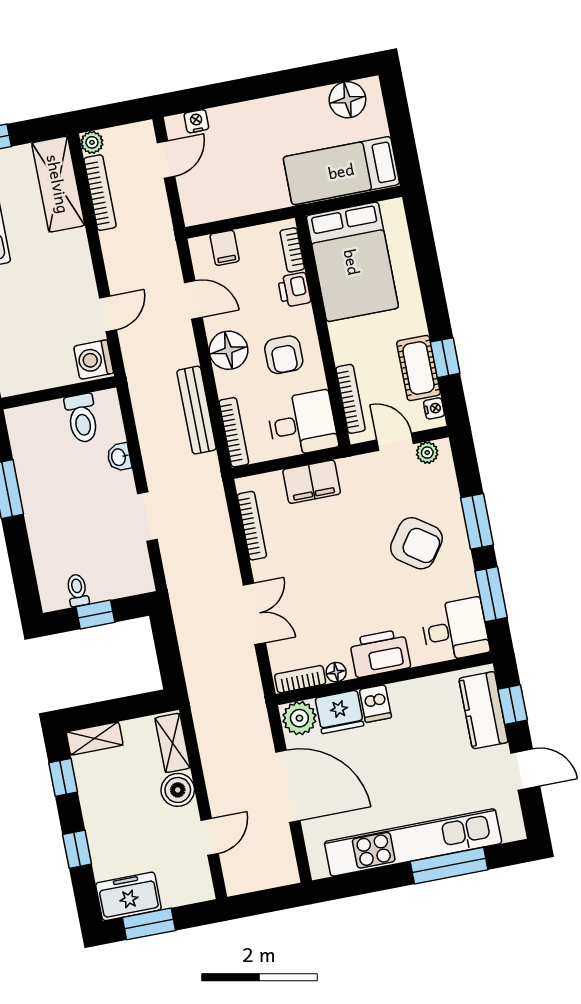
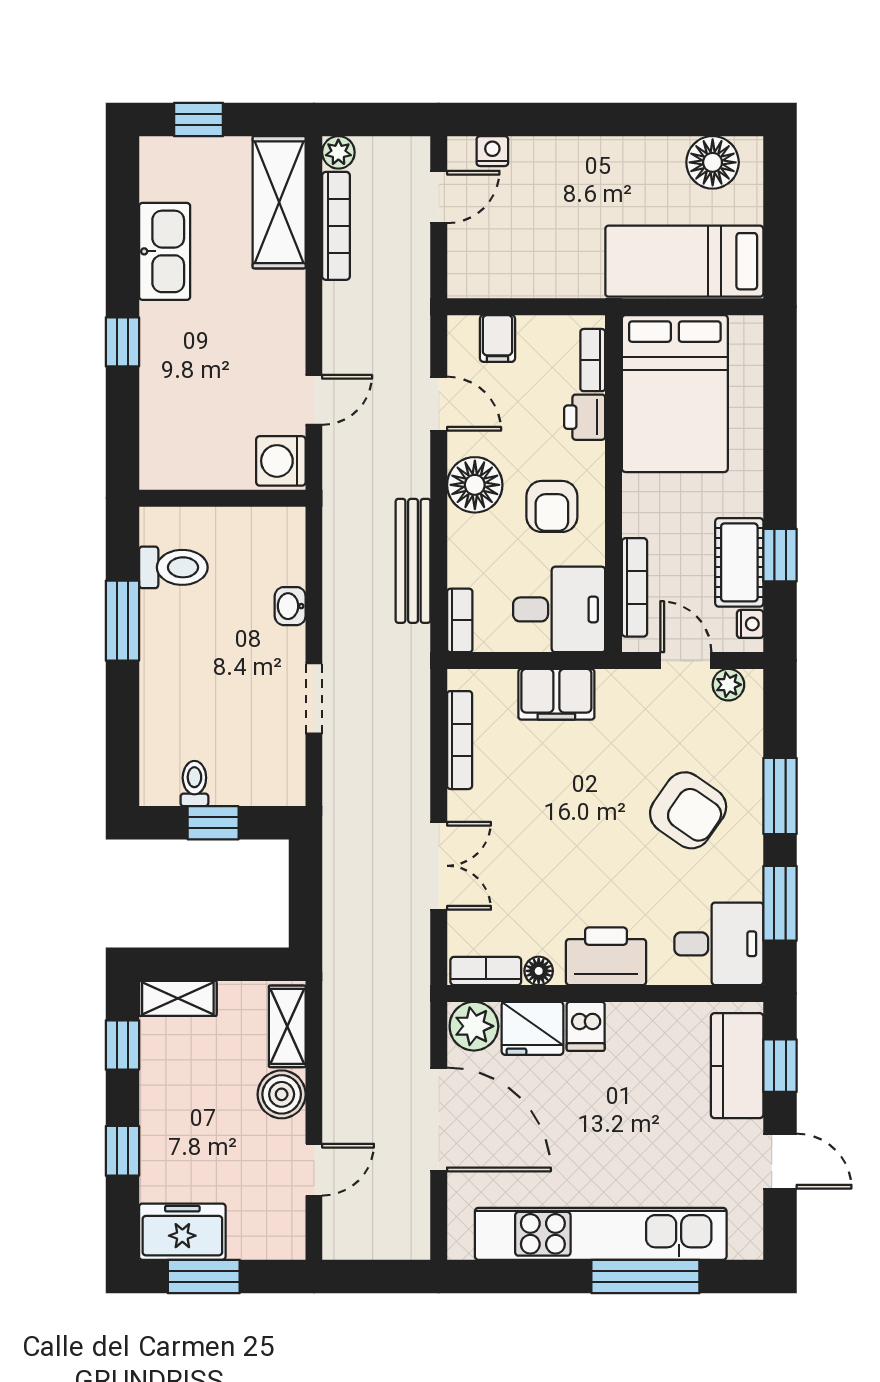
toilet: (82, 418) -> (173, 567), moved, turned -90
bookcase: (234, 432) -> (460, 620), width x0.64

